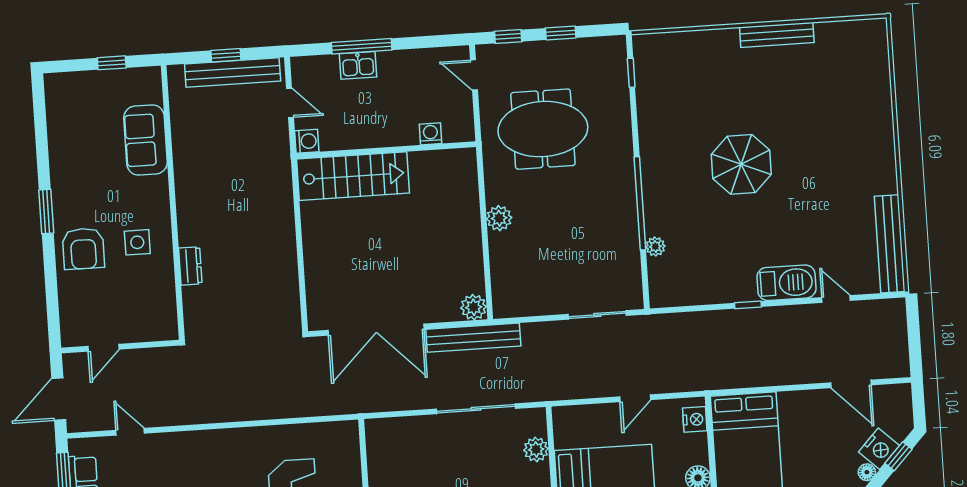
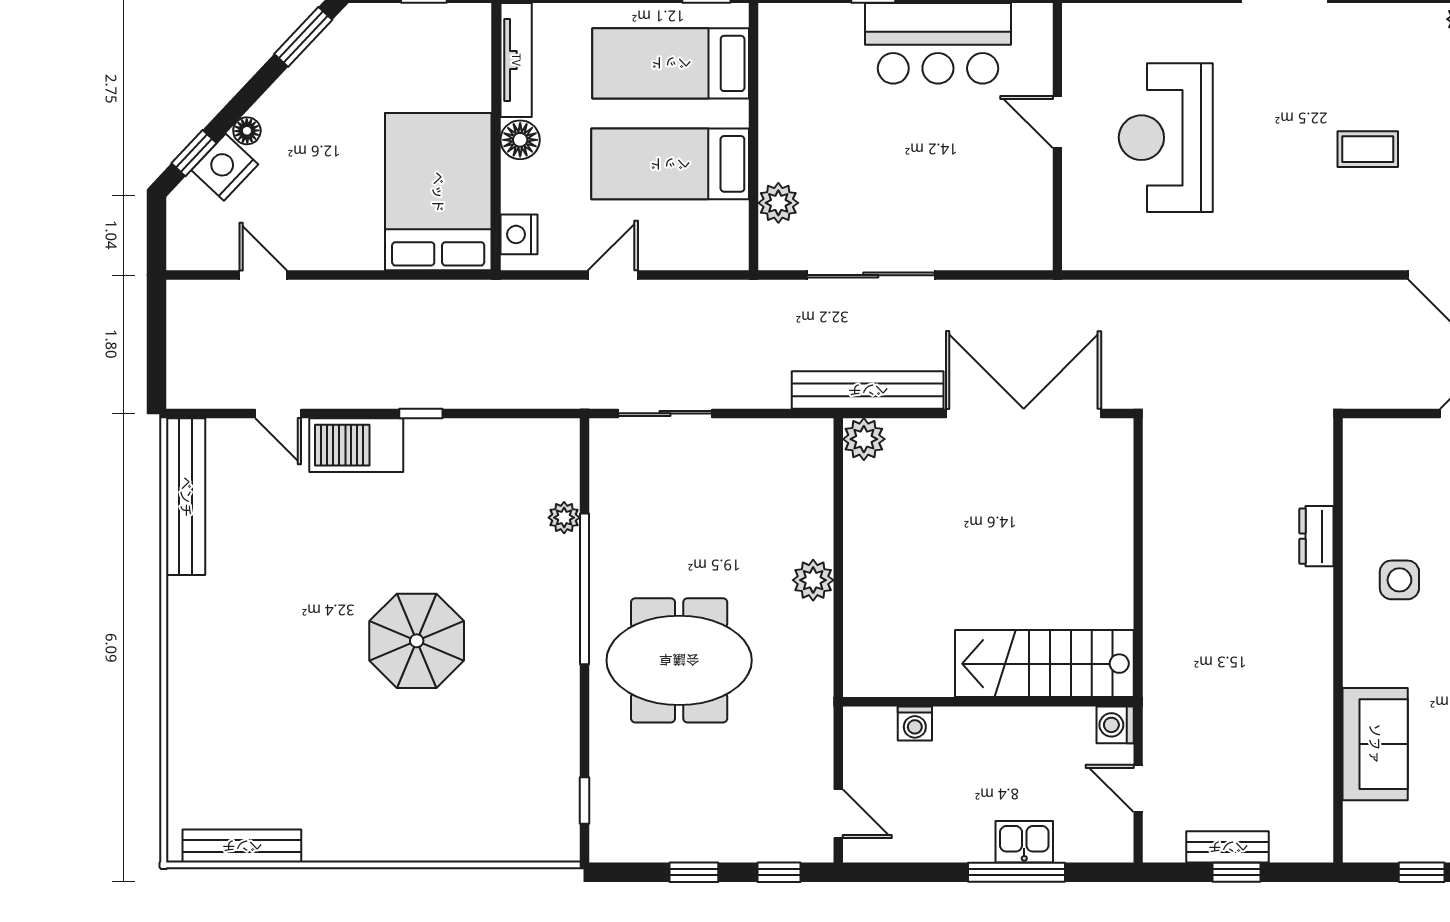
bench: (777, 35) -> (242, 846), moved
bench: (233, 73) -> (1228, 847), width x0.54, depth x0.82
meeting table: (543, 129) -> (679, 660), moved
door: (851, 384) -> (263, 275), width x0.73

